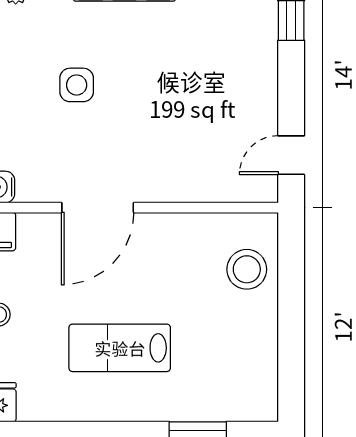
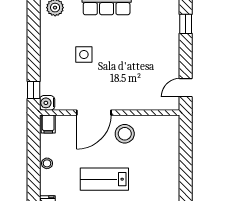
stool: (247, 269) -> (125, 134), moved

